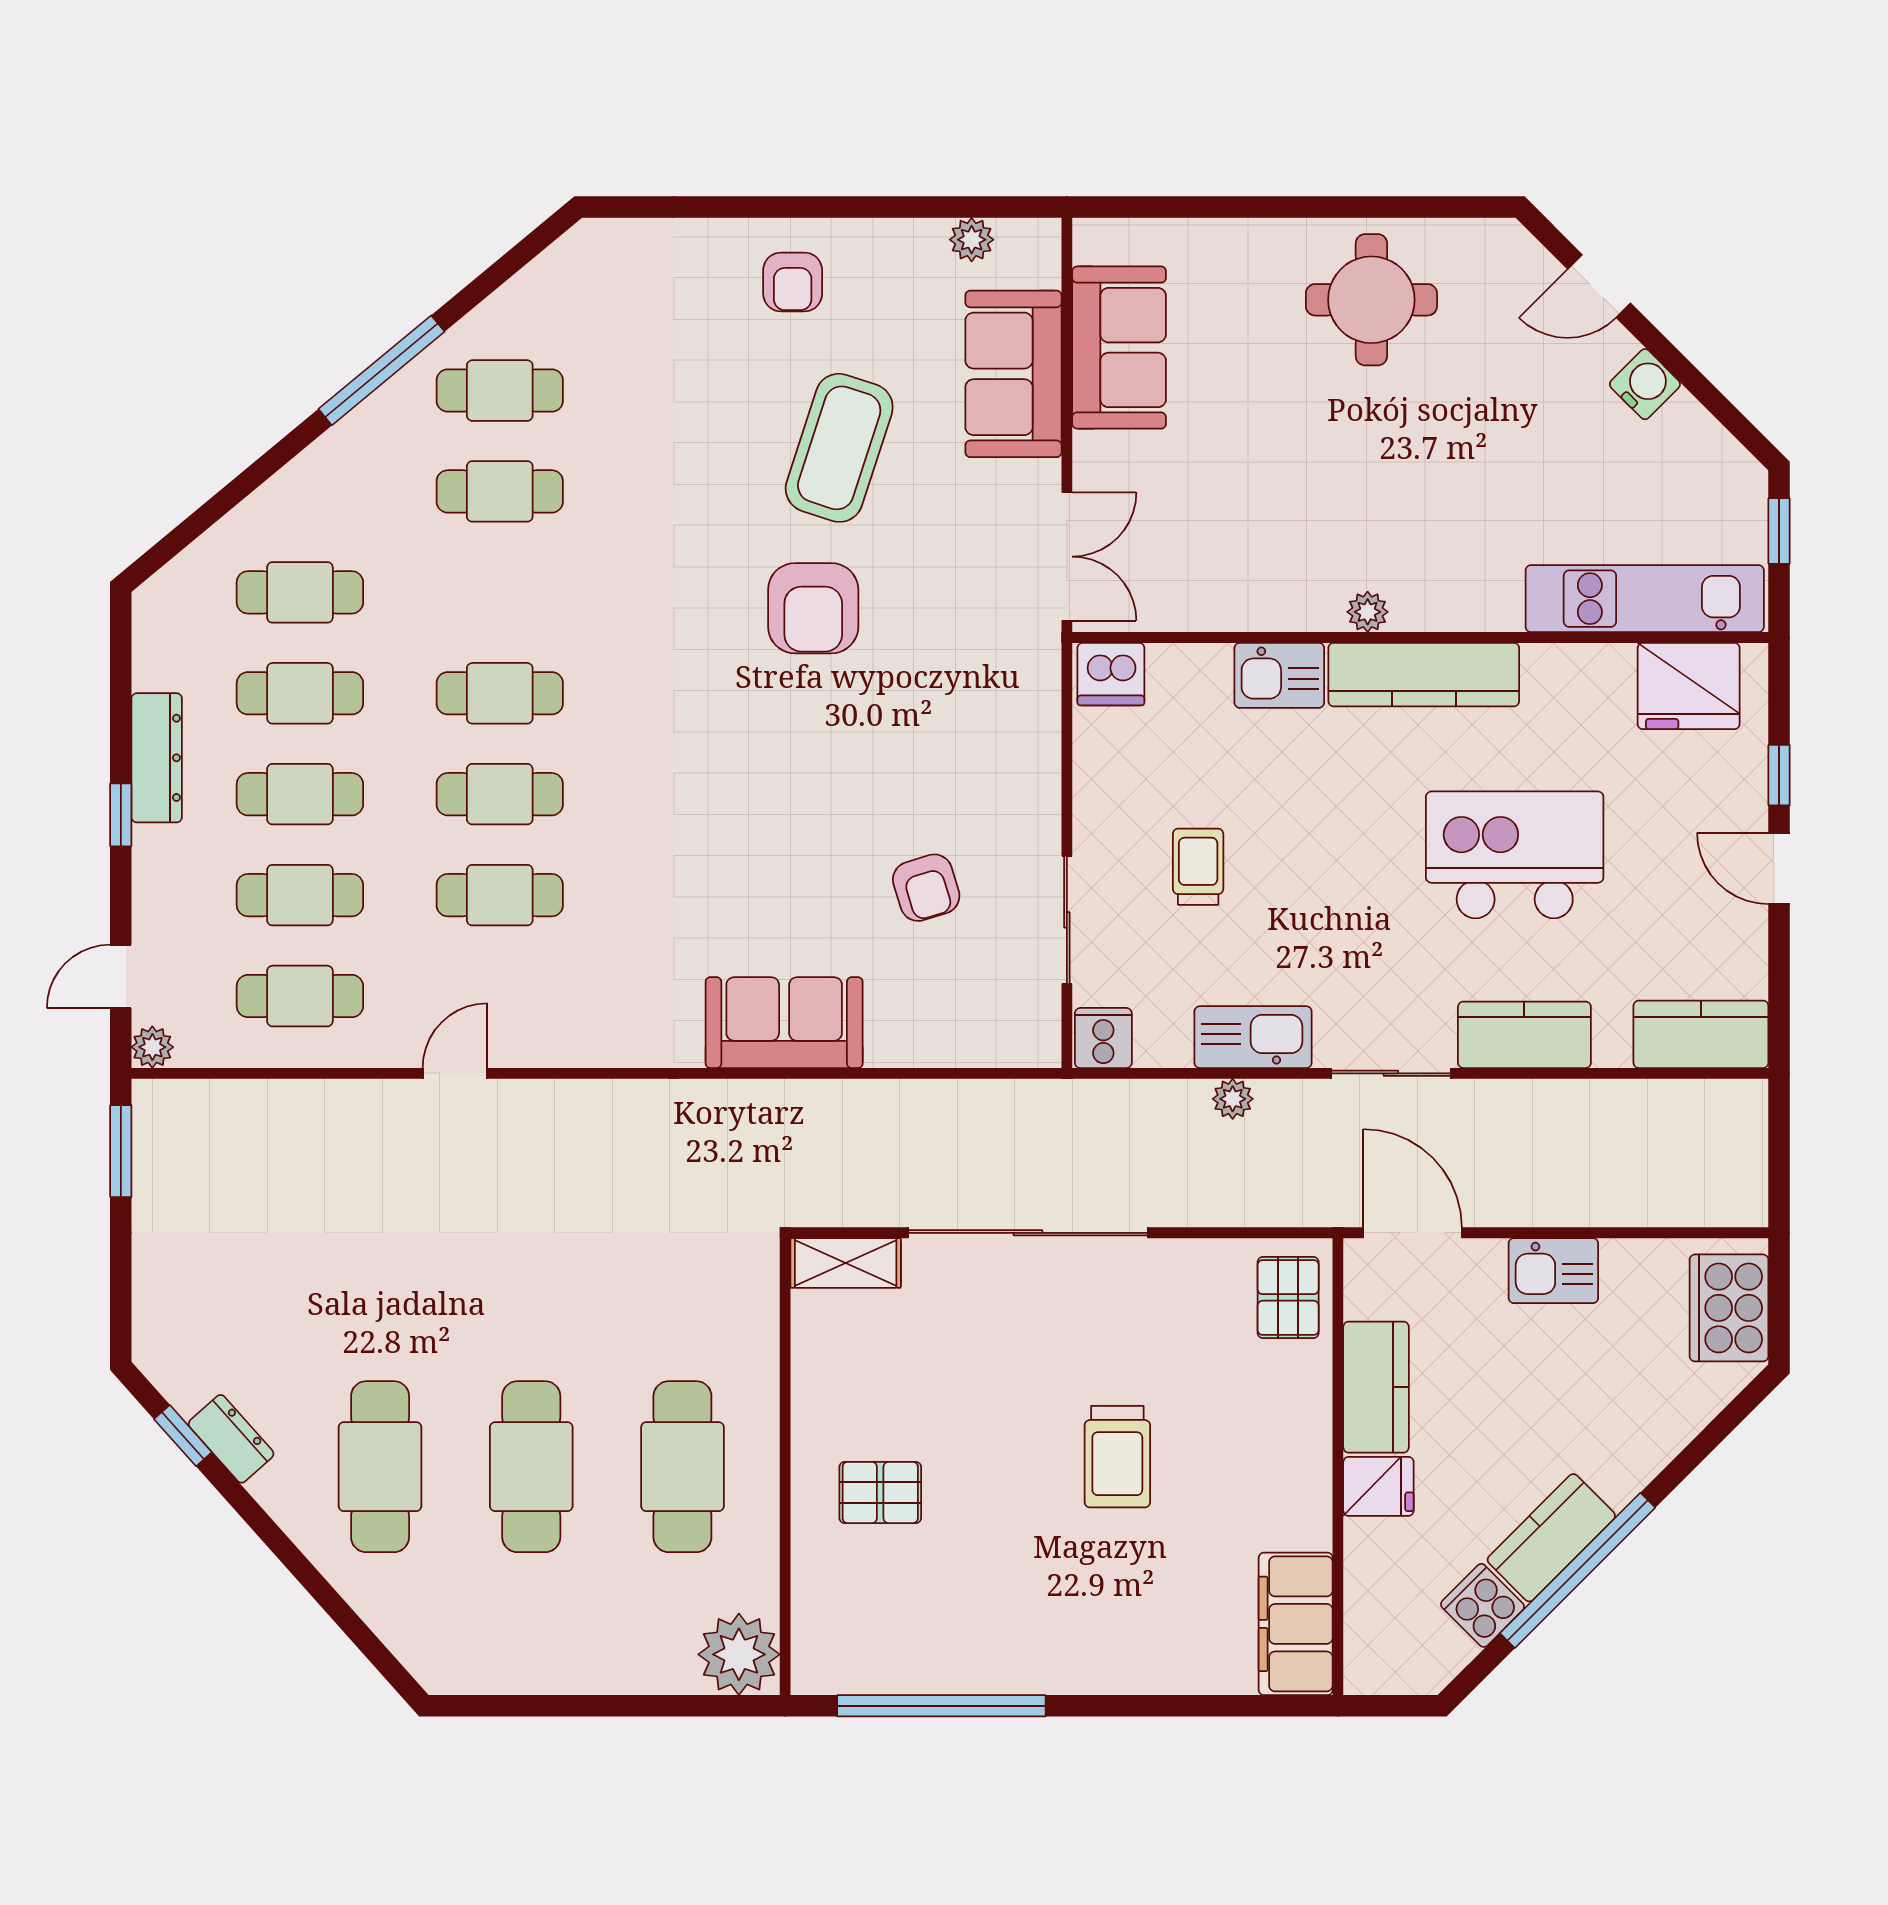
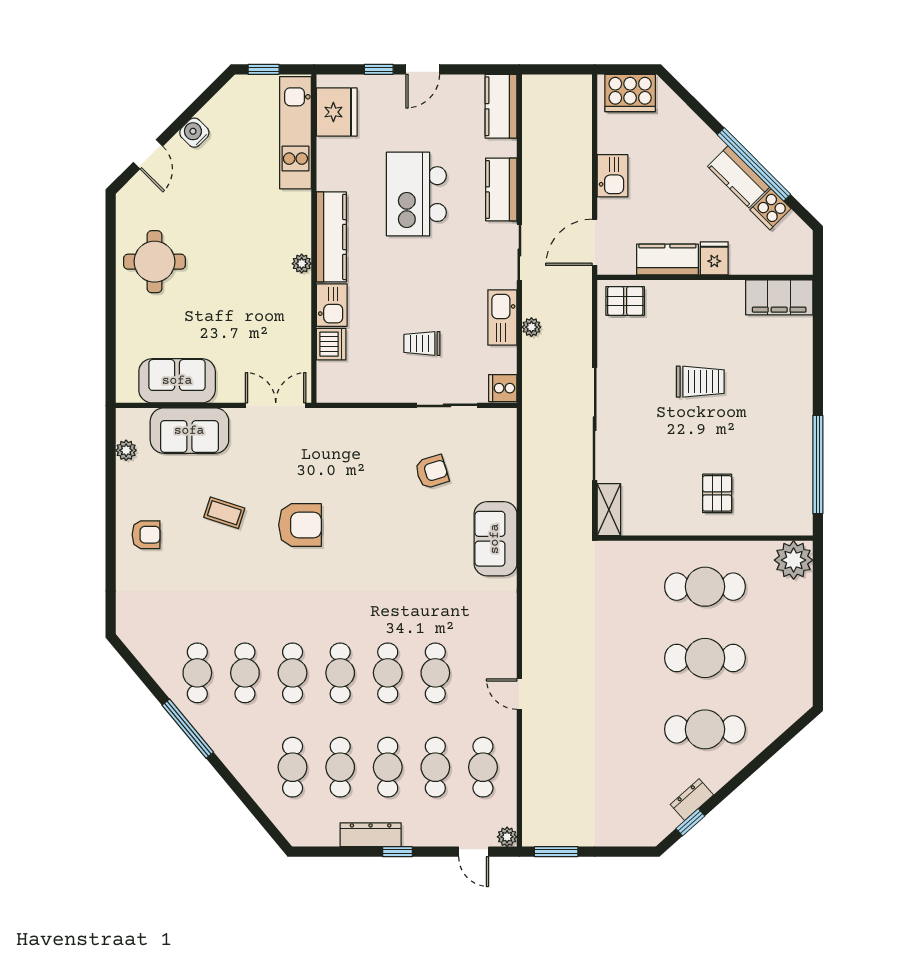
coffee table: (839, 448) -> (224, 513), width x0.54, depth x0.58
cafe table: (500, 592) -> (293, 673), added
dishwasher: (1111, 674) -> (331, 344), moved

